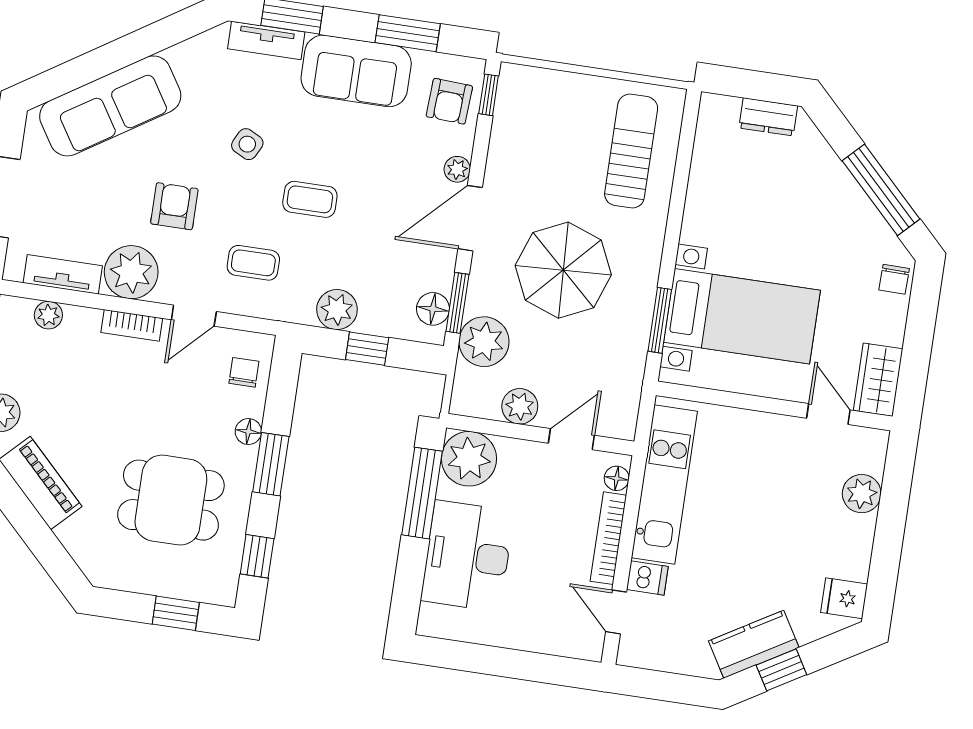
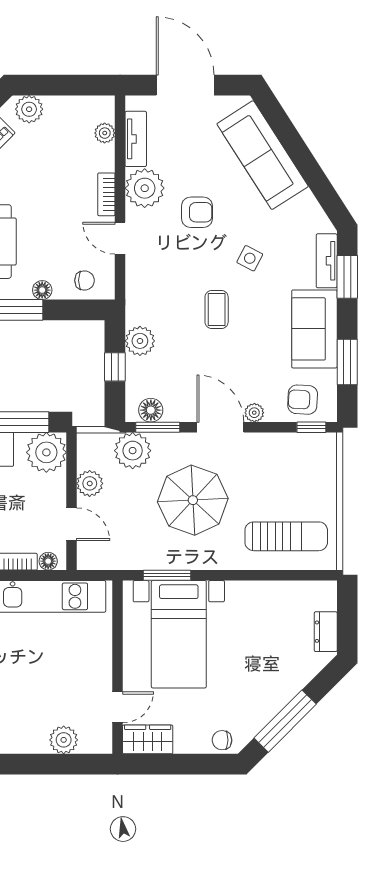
coffee table: (253, 263) -> (165, 275), removed

